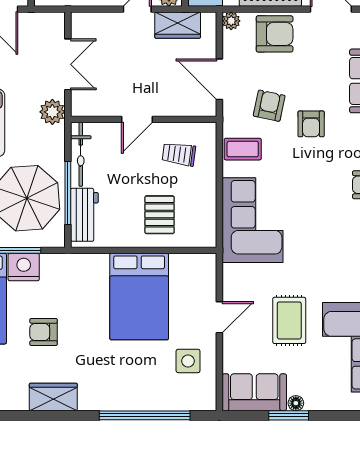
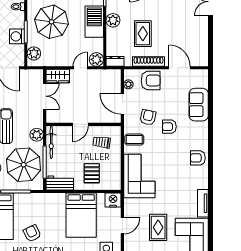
plant: (231, 21) -> (128, 84), moved
wardrobe: (178, 25) -> (58, 76), moved
plant: (52, 112) -> (37, 135), moved
armchair: (311, 124) -> (169, 127), turned 90
workbench: (84, 215) -> (60, 183), moved, turned -90
nightstand: (24, 267) -> (113, 200), moved
armchair: (44, 332) -> (32, 233), turned 64

